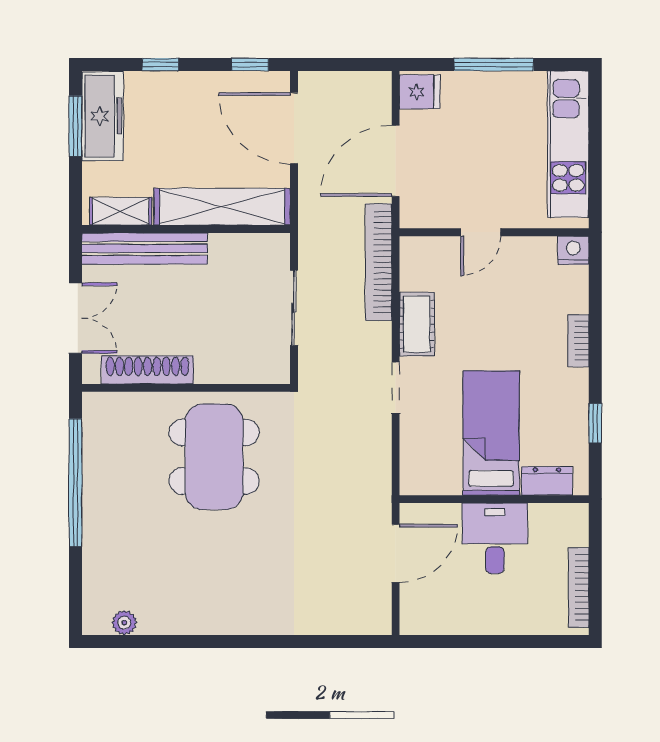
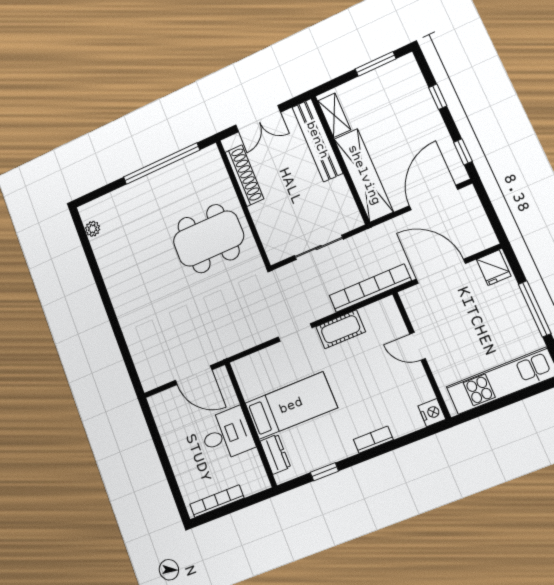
freezer: (103, 116) -> (389, 77), removed

